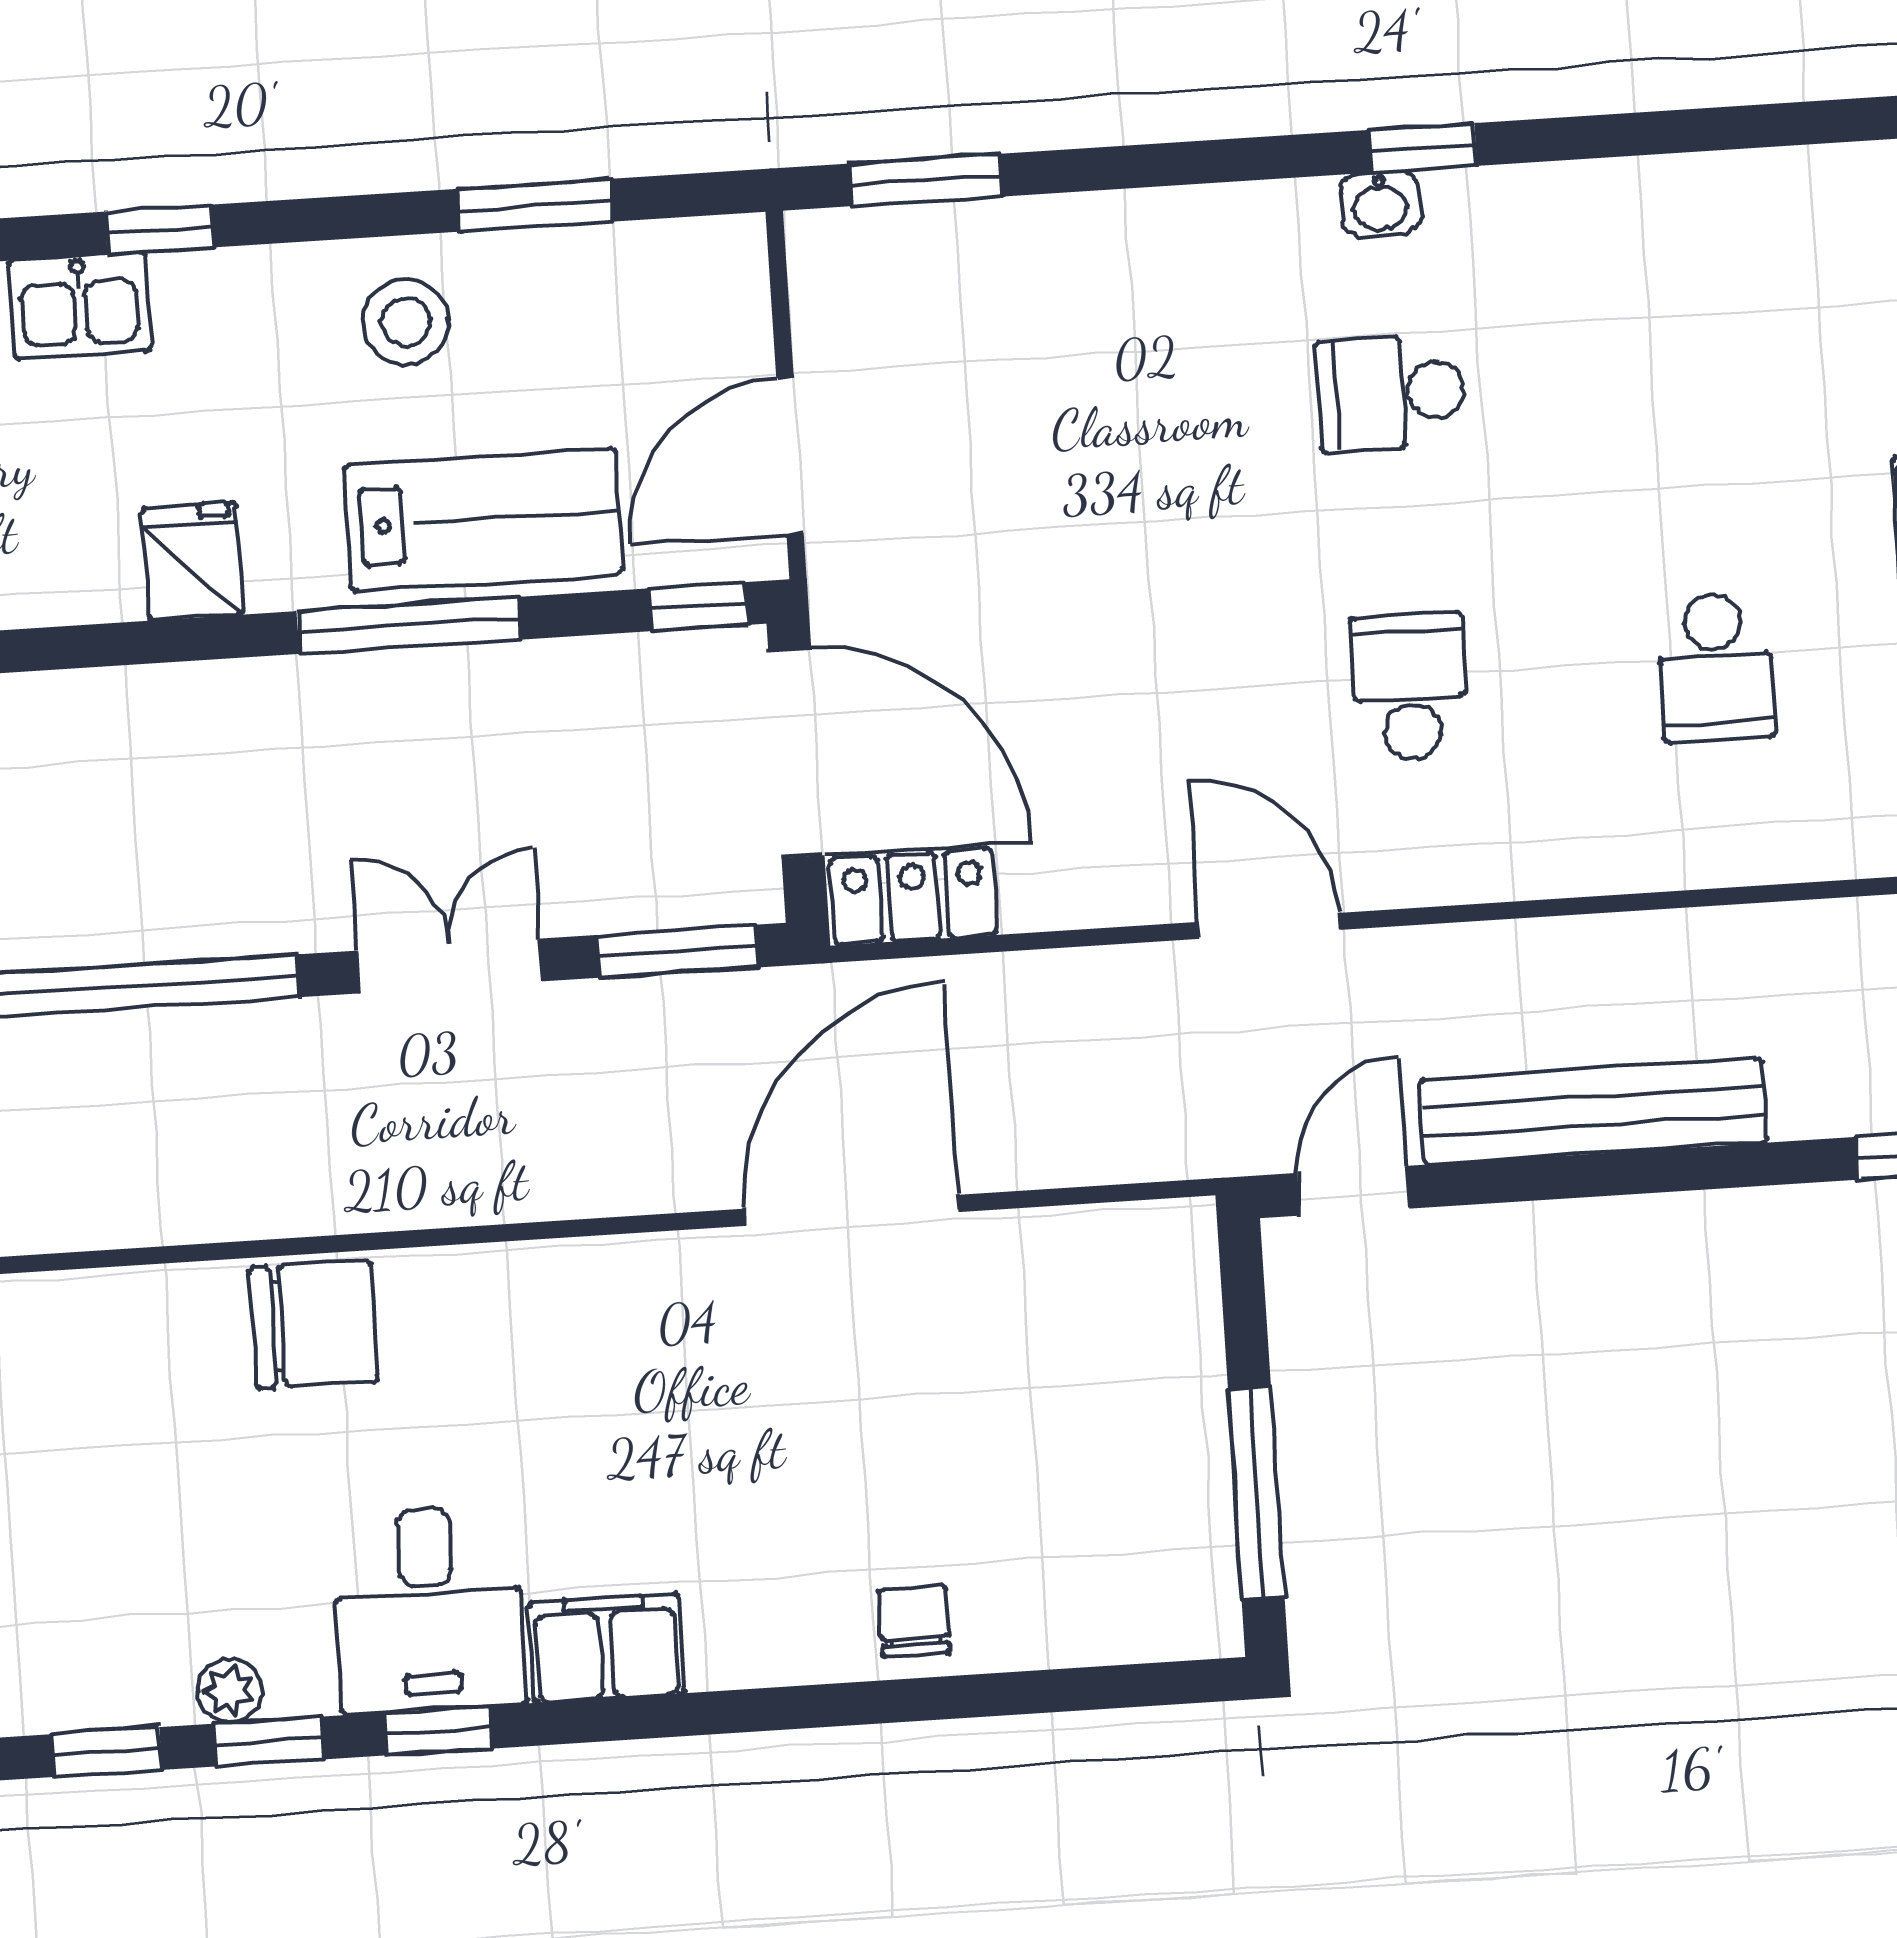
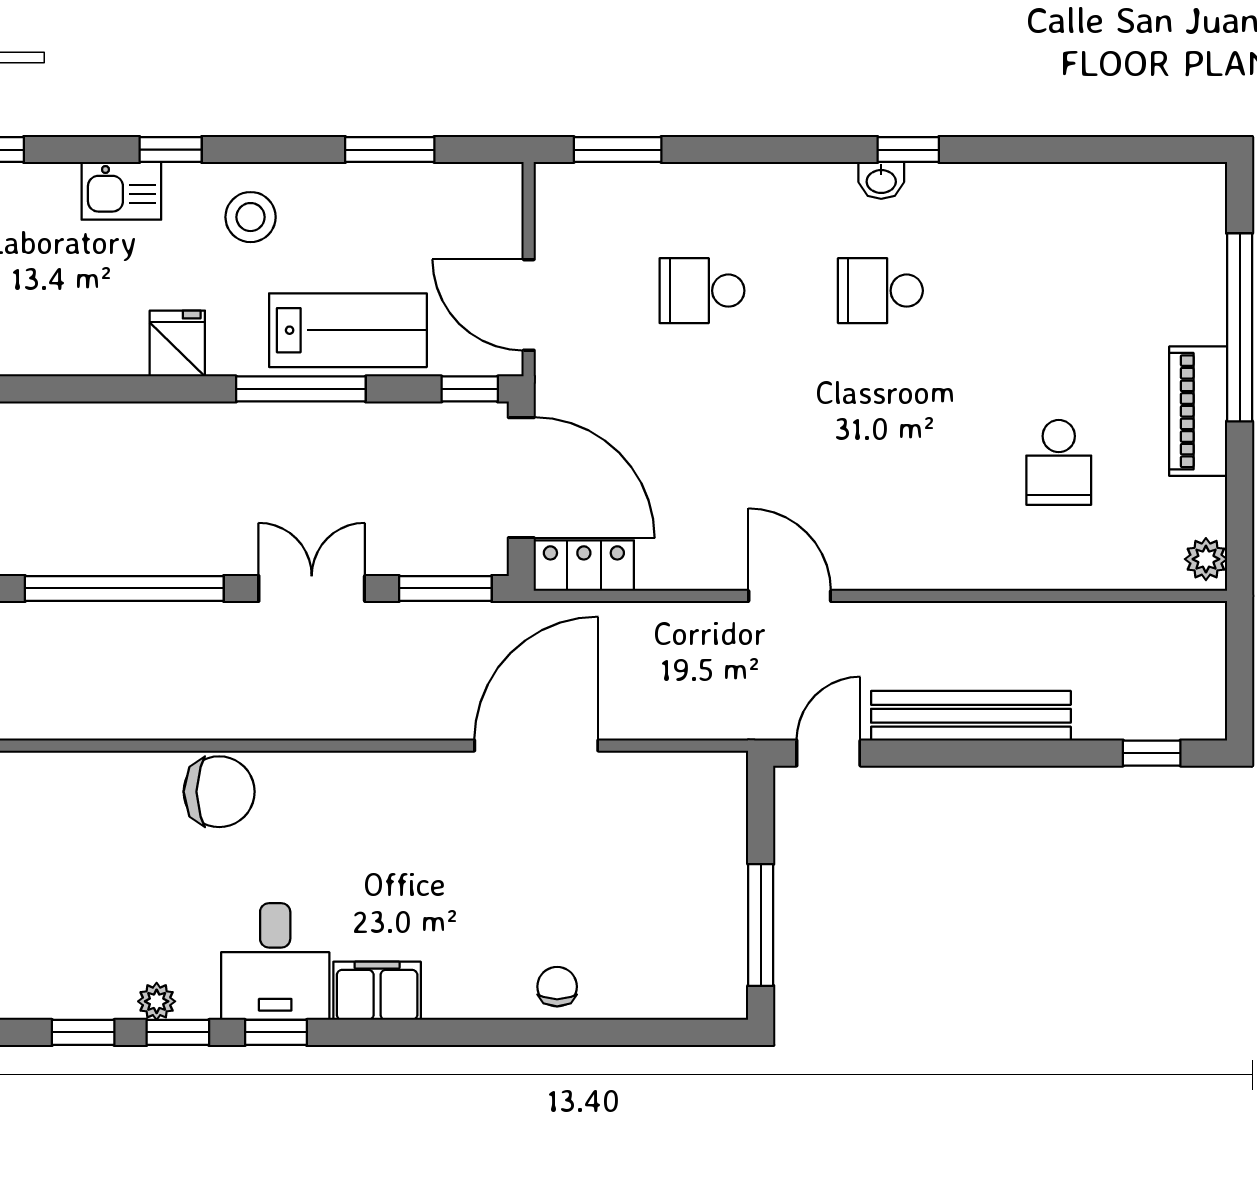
stool: (406, 322) -> (251, 217), moved
door: (790, 456) -> (529, 305), hinge flipped
school desk: (1410, 687) -> (702, 291), moved, turned -90

